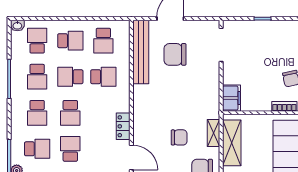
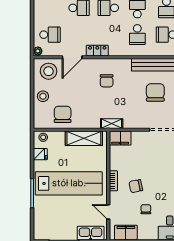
shelving: (213, 133) -> (112, 124), moved
chair: (179, 137) -> (107, 81), moved

